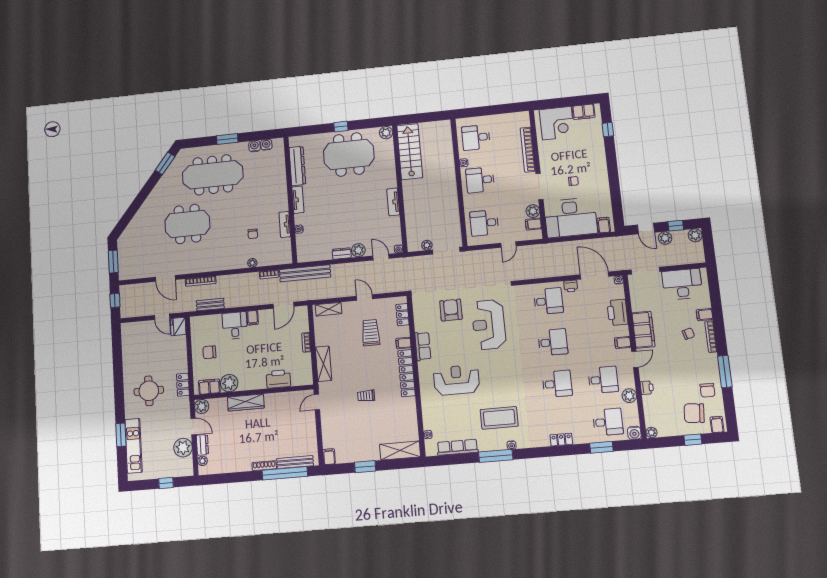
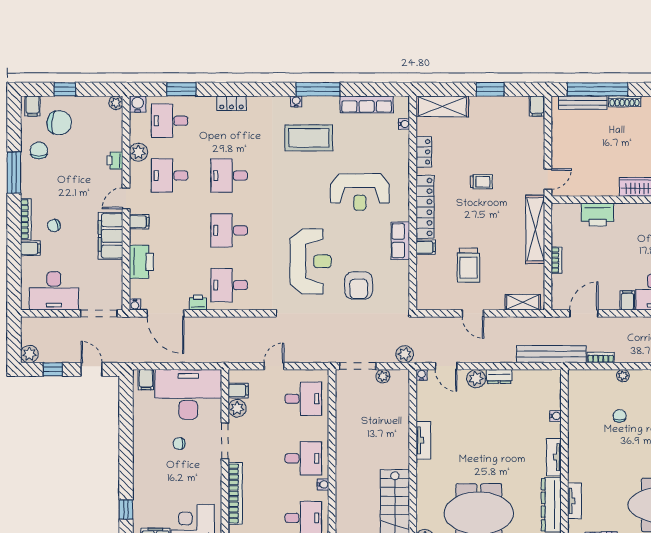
tv unit: (285, 224) -> (574, 501), moved
plant: (665, 238) -> (405, 354), moved
locker: (402, 315) -> (424, 152), moved
shelving: (323, 364) -> (535, 229), width x1.47

